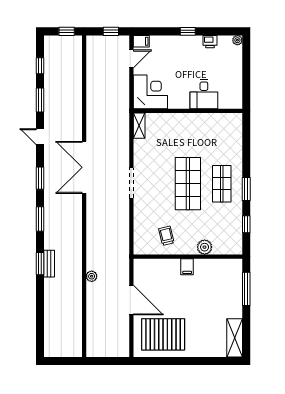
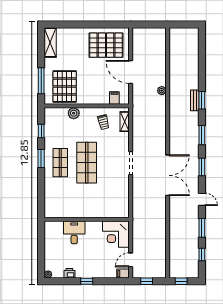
shelving: (139, 126) -> (125, 122), moved
filing cabinet: (187, 267) -> (114, 98), moved
pallet: (216, 281) -> (65, 87), added

